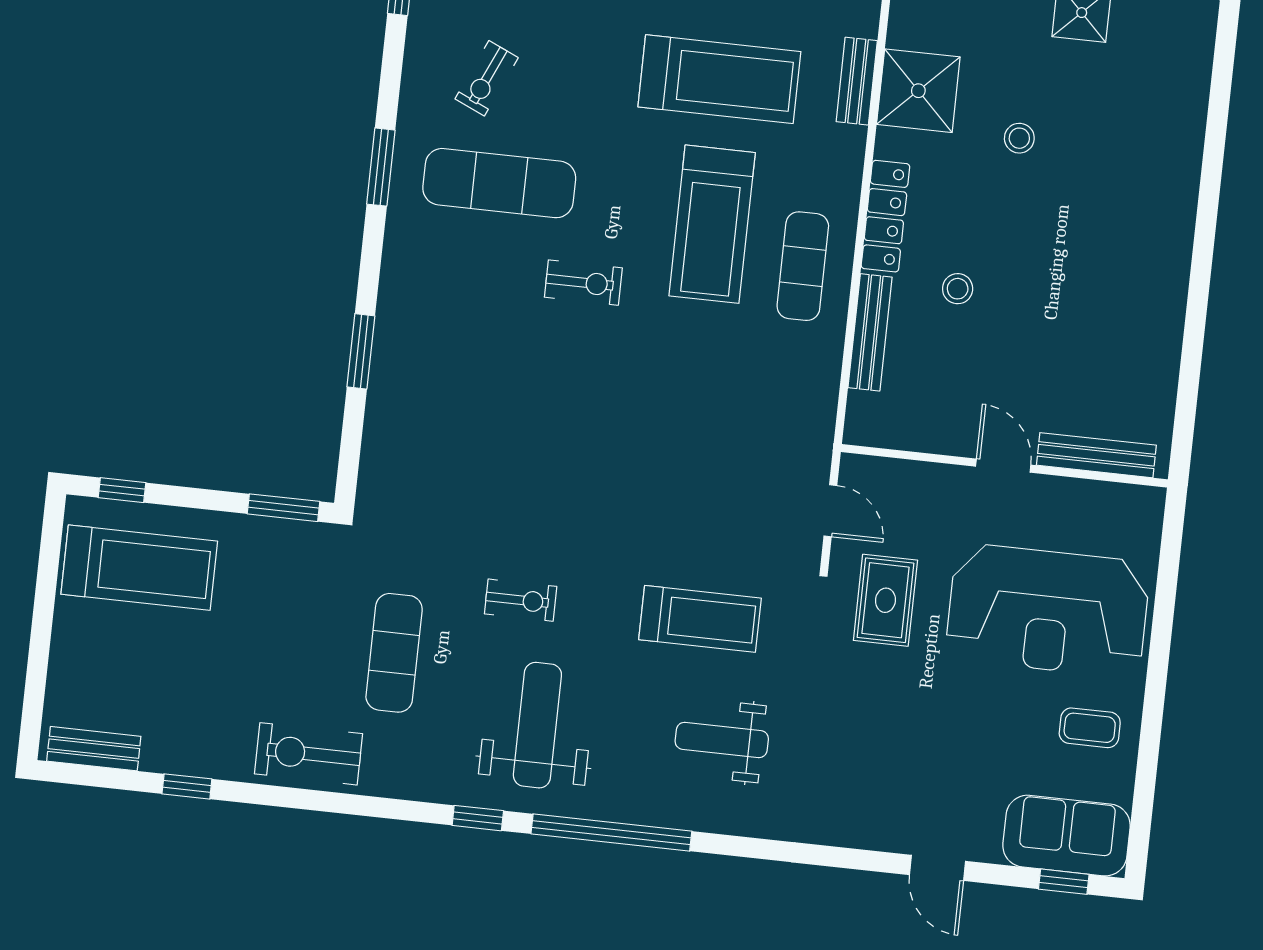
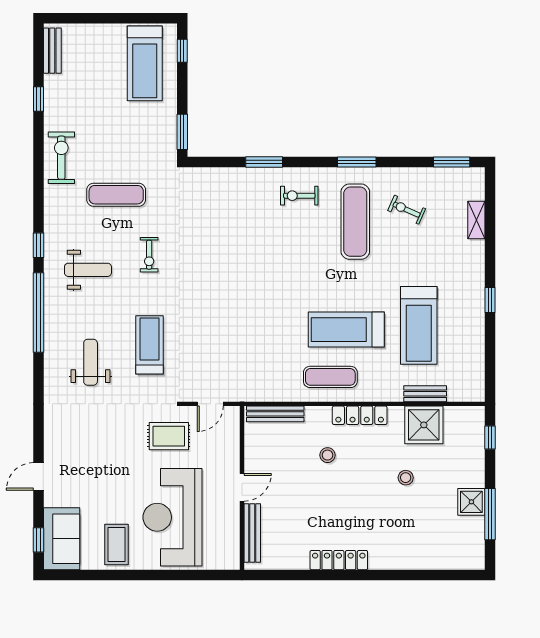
exercise bike: (583, 283) -> (299, 196), moved, turned 90
locker: (1169, 289) -> (339, 560), added
bench: (870, 332) -> (275, 414), moved
treadmill: (700, 619) -> (150, 345), turned 180
weight bench: (537, 725) -> (88, 270), width x0.73, depth x0.75
coffee table: (1090, 728) -> (116, 544), width x1.36, depth x1.30

